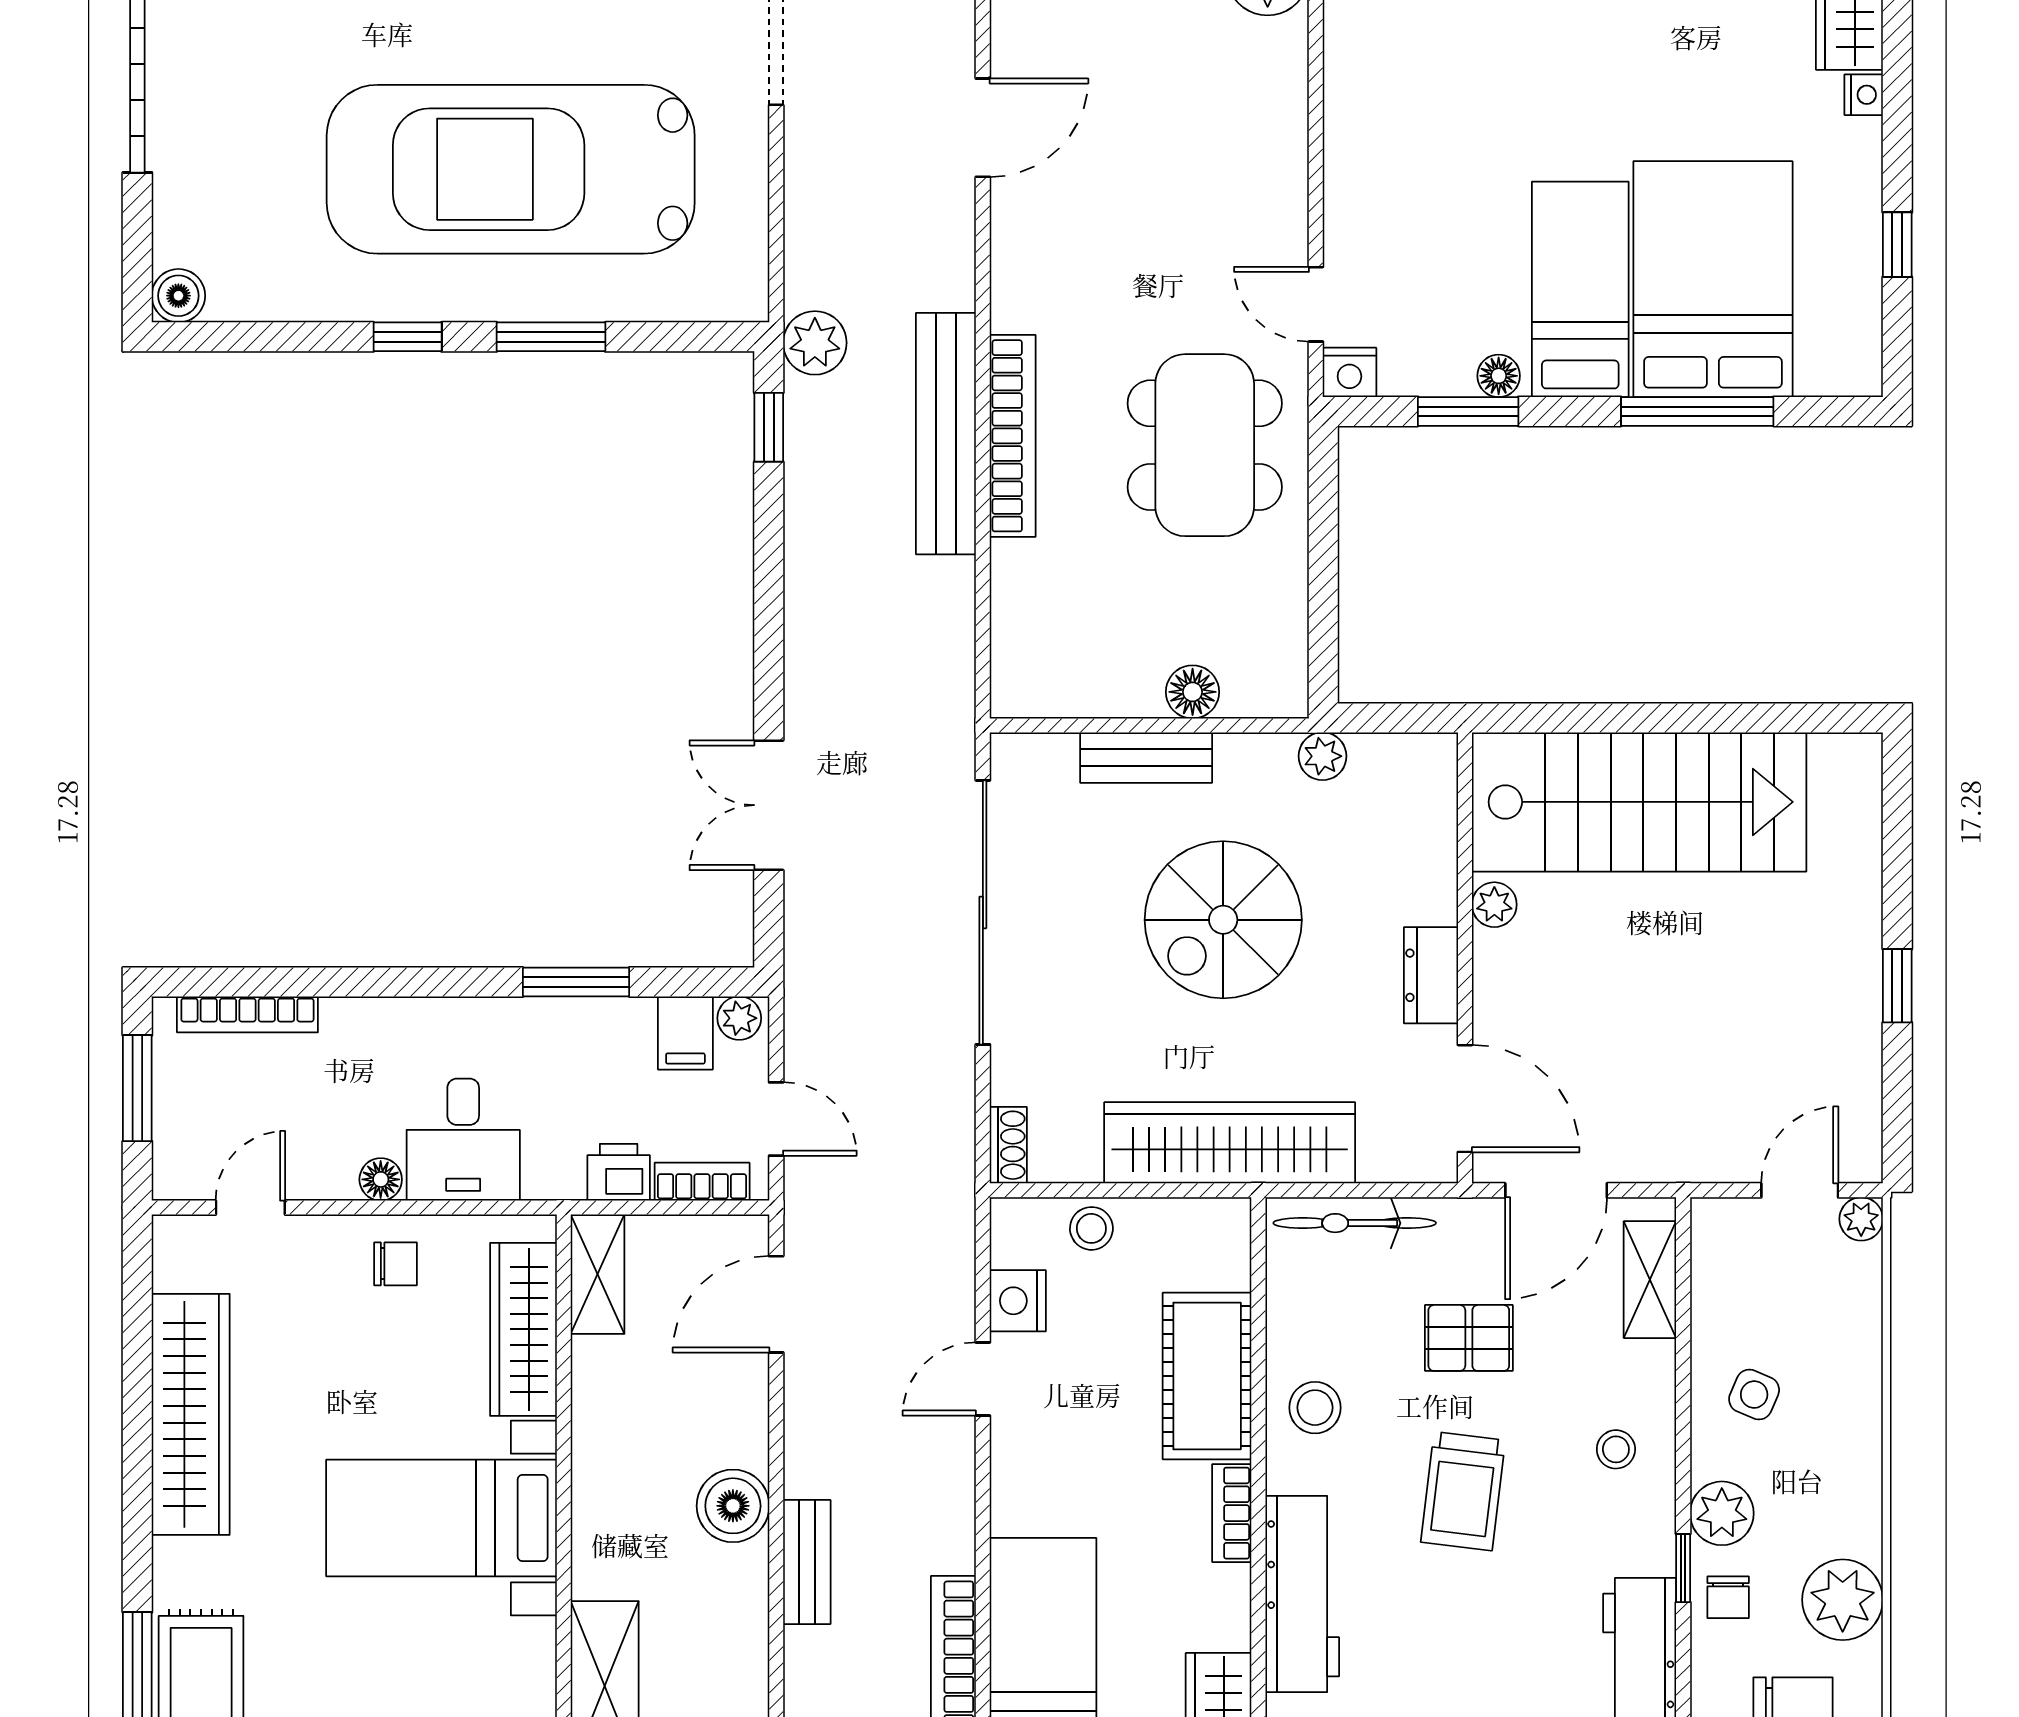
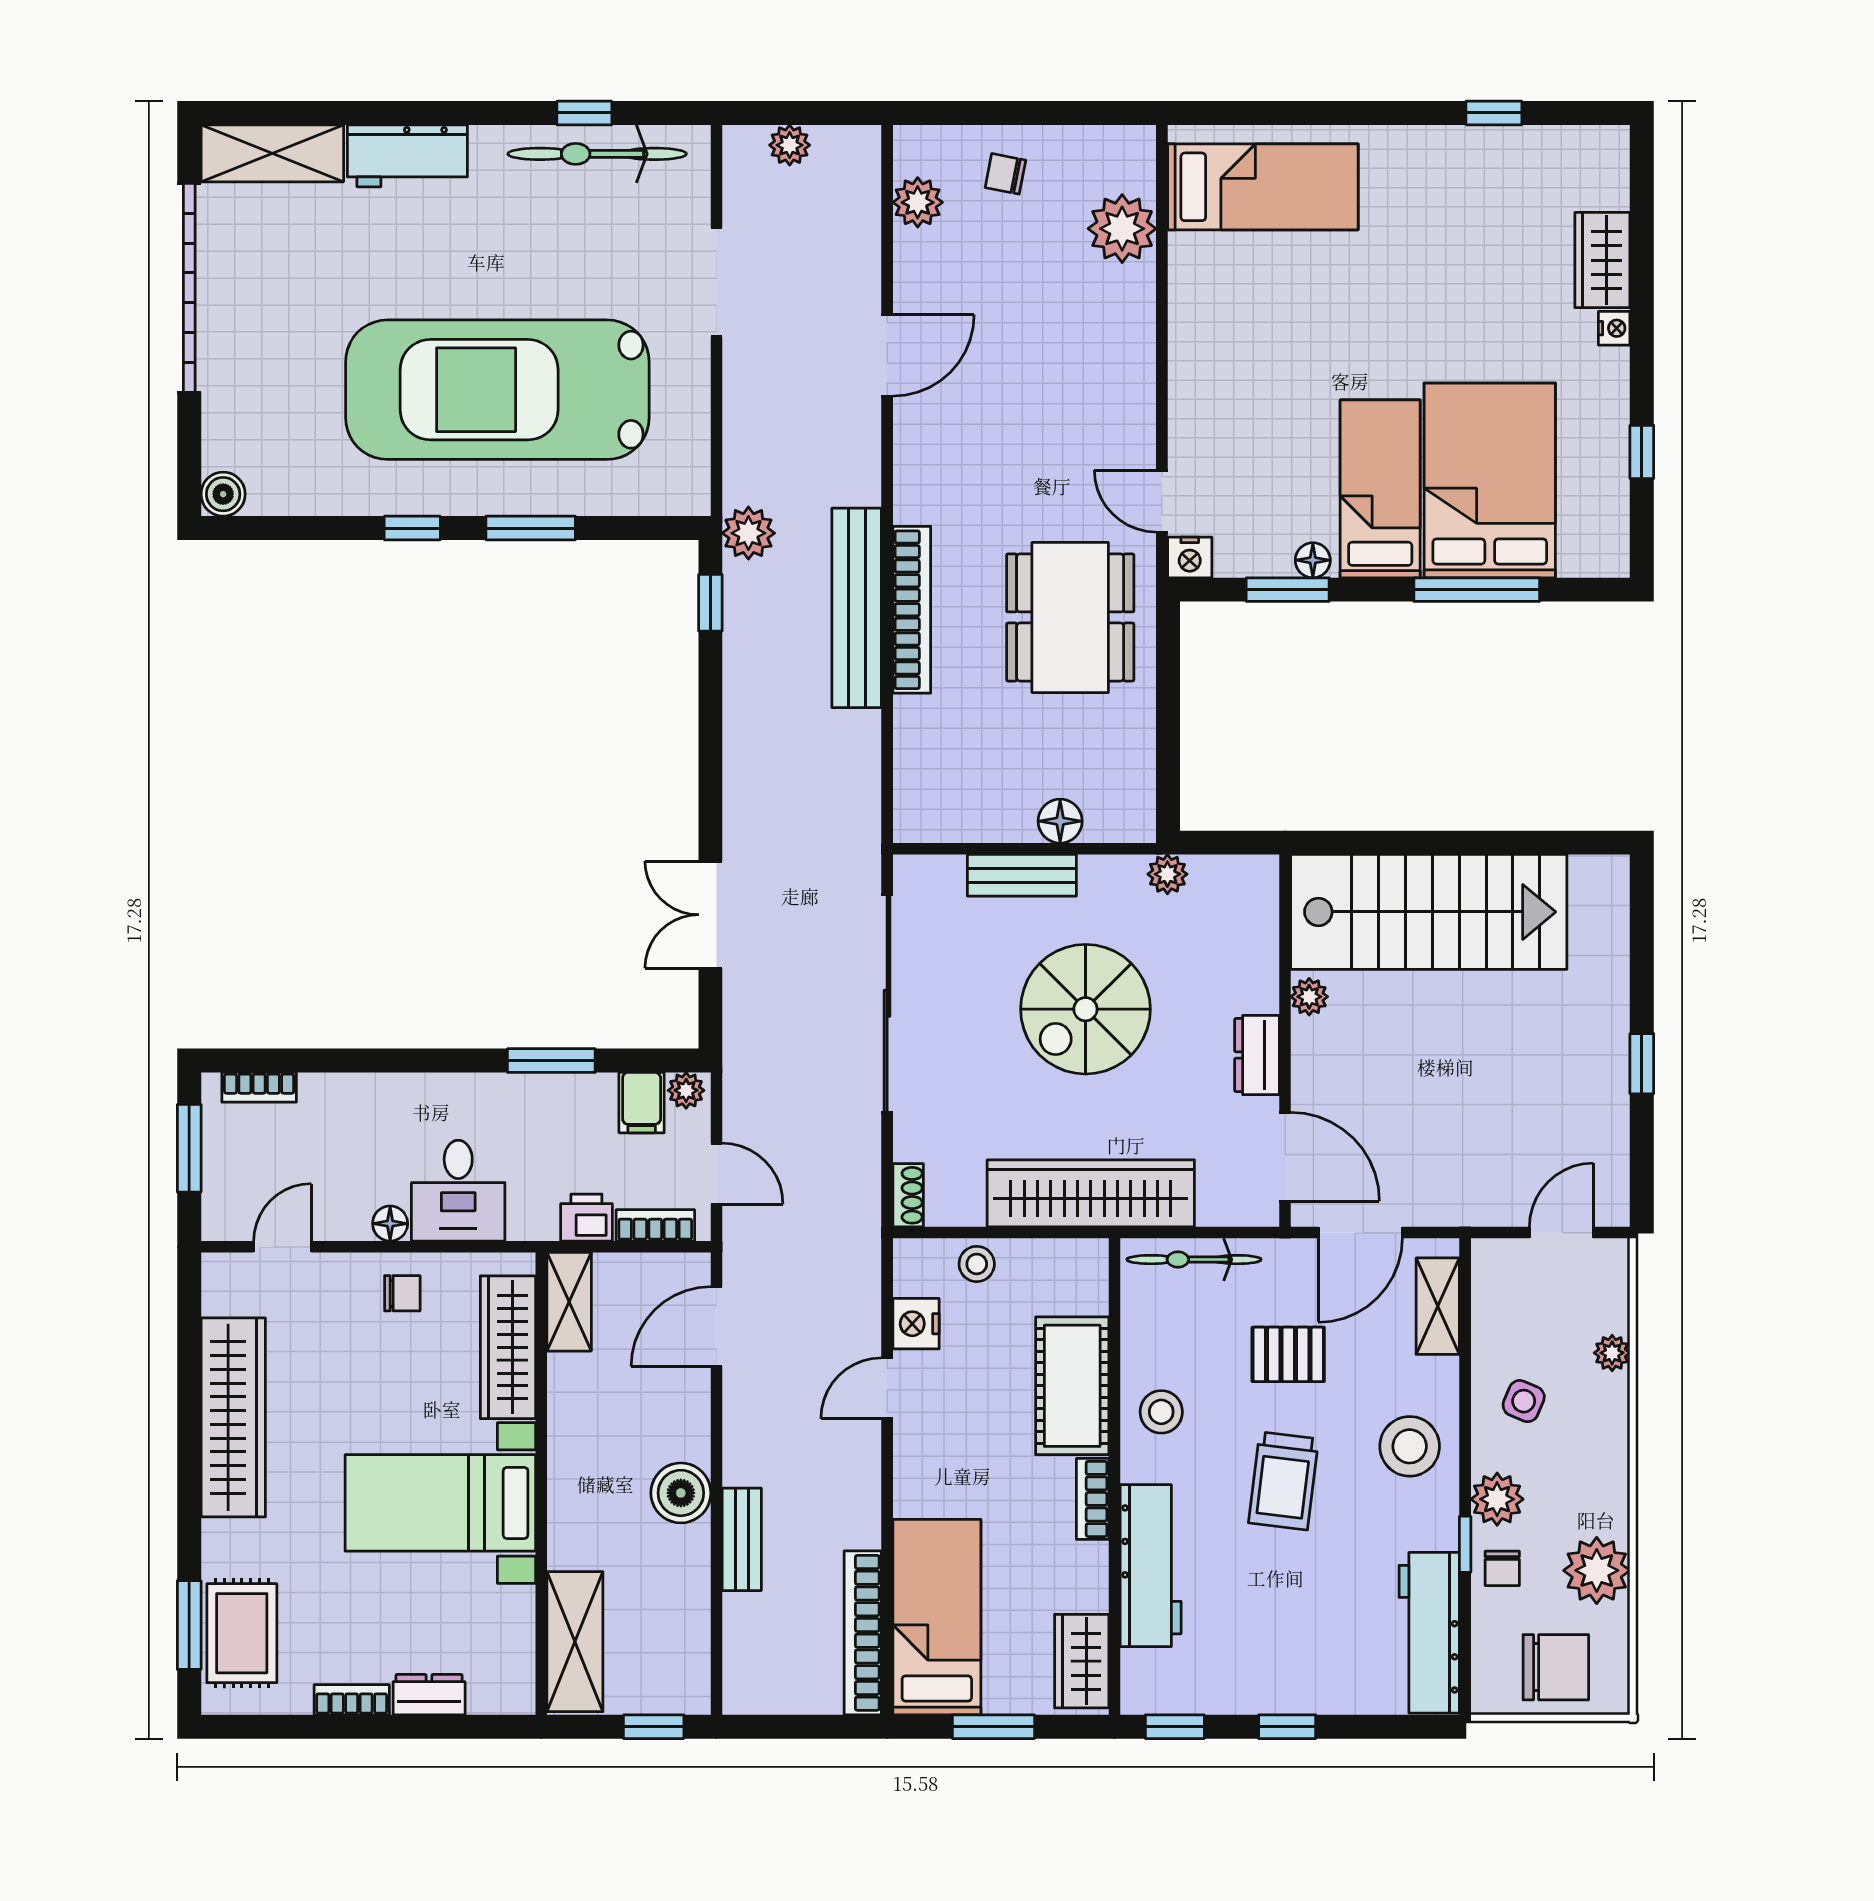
bookcase: (247, 1014) -> (259, 1087), width x0.64
plant: (1861, 1219) -> (1612, 1353), moved
stool: (1616, 1449) -> (1410, 1446), width x1.89, depth x1.89

